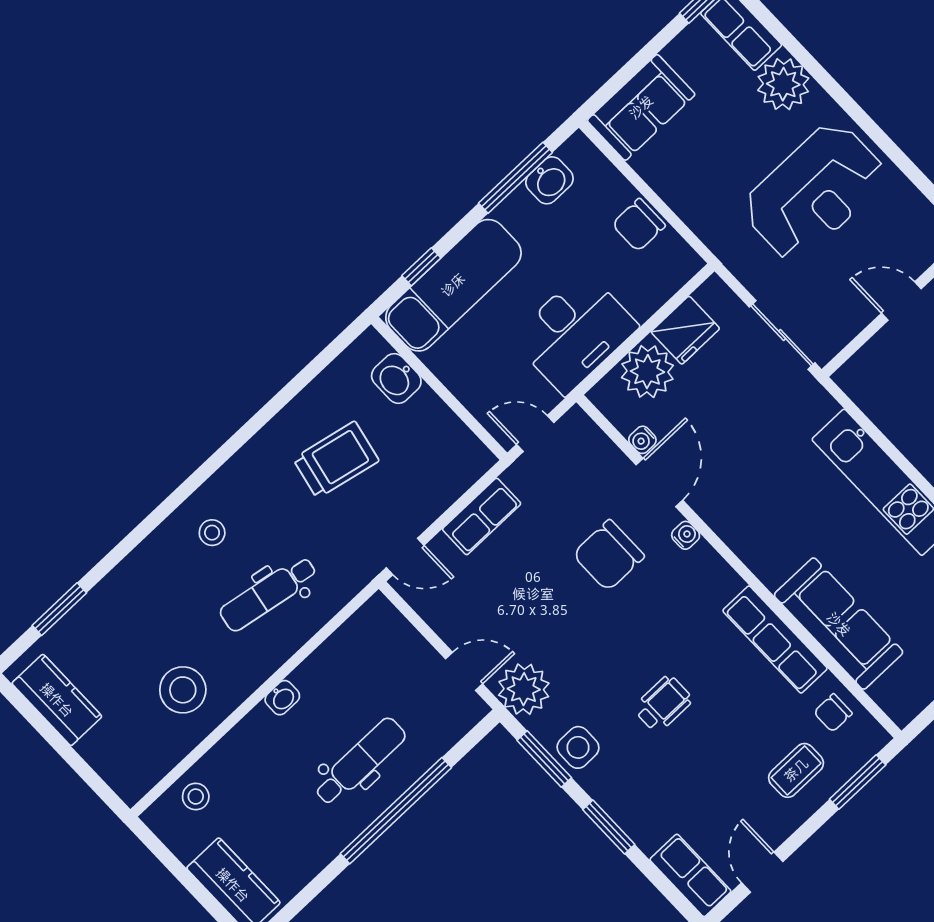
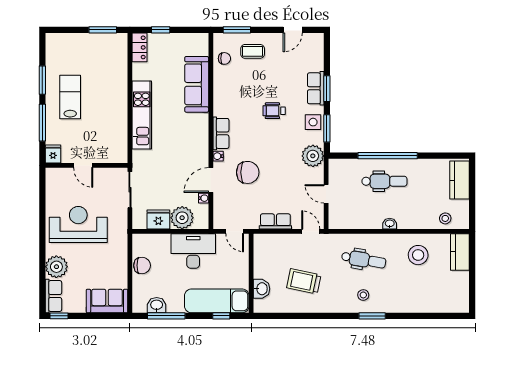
window: (59, 609) -> (372, 316), moved
row of seats: (775, 640) -> (221, 133), moved, width x0.68
door: (464, 671) -> (326, 194), moved
kitchen counter: (57, 700) -> (460, 252), moved
dental chair: (360, 762) -> (384, 181), turned 180
row of seats: (690, 875) -> (316, 88), moved

